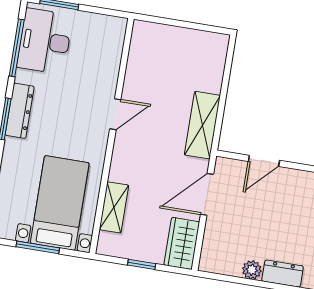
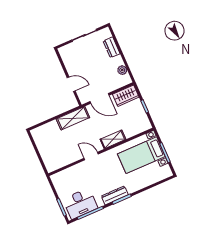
shelving: (114, 207) -> (113, 139), moved
plant: (252, 270) -> (122, 70), moved

